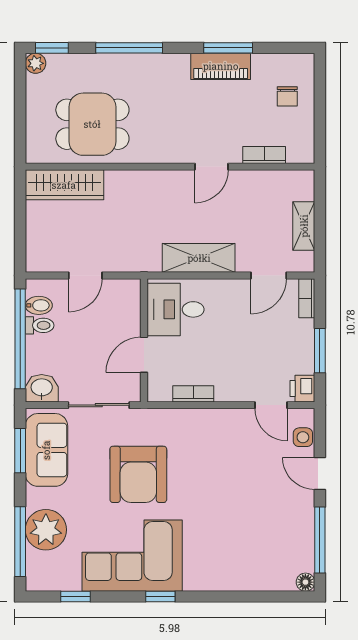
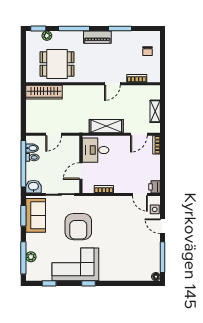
plant: (36, 63) -> (47, 36), moved
piano: (221, 66) -> (97, 37), moved
window: (320, 351) -> (163, 169), removed
plant: (46, 530) -> (31, 257), width x0.53, depth x0.53

